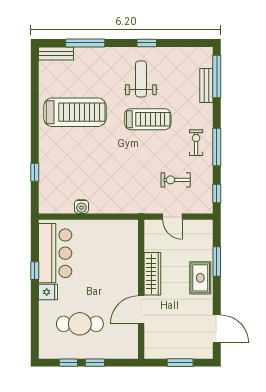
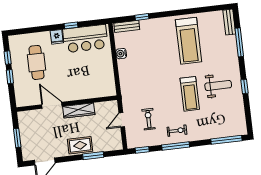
bench: (206, 85) -> (127, 26), moved

